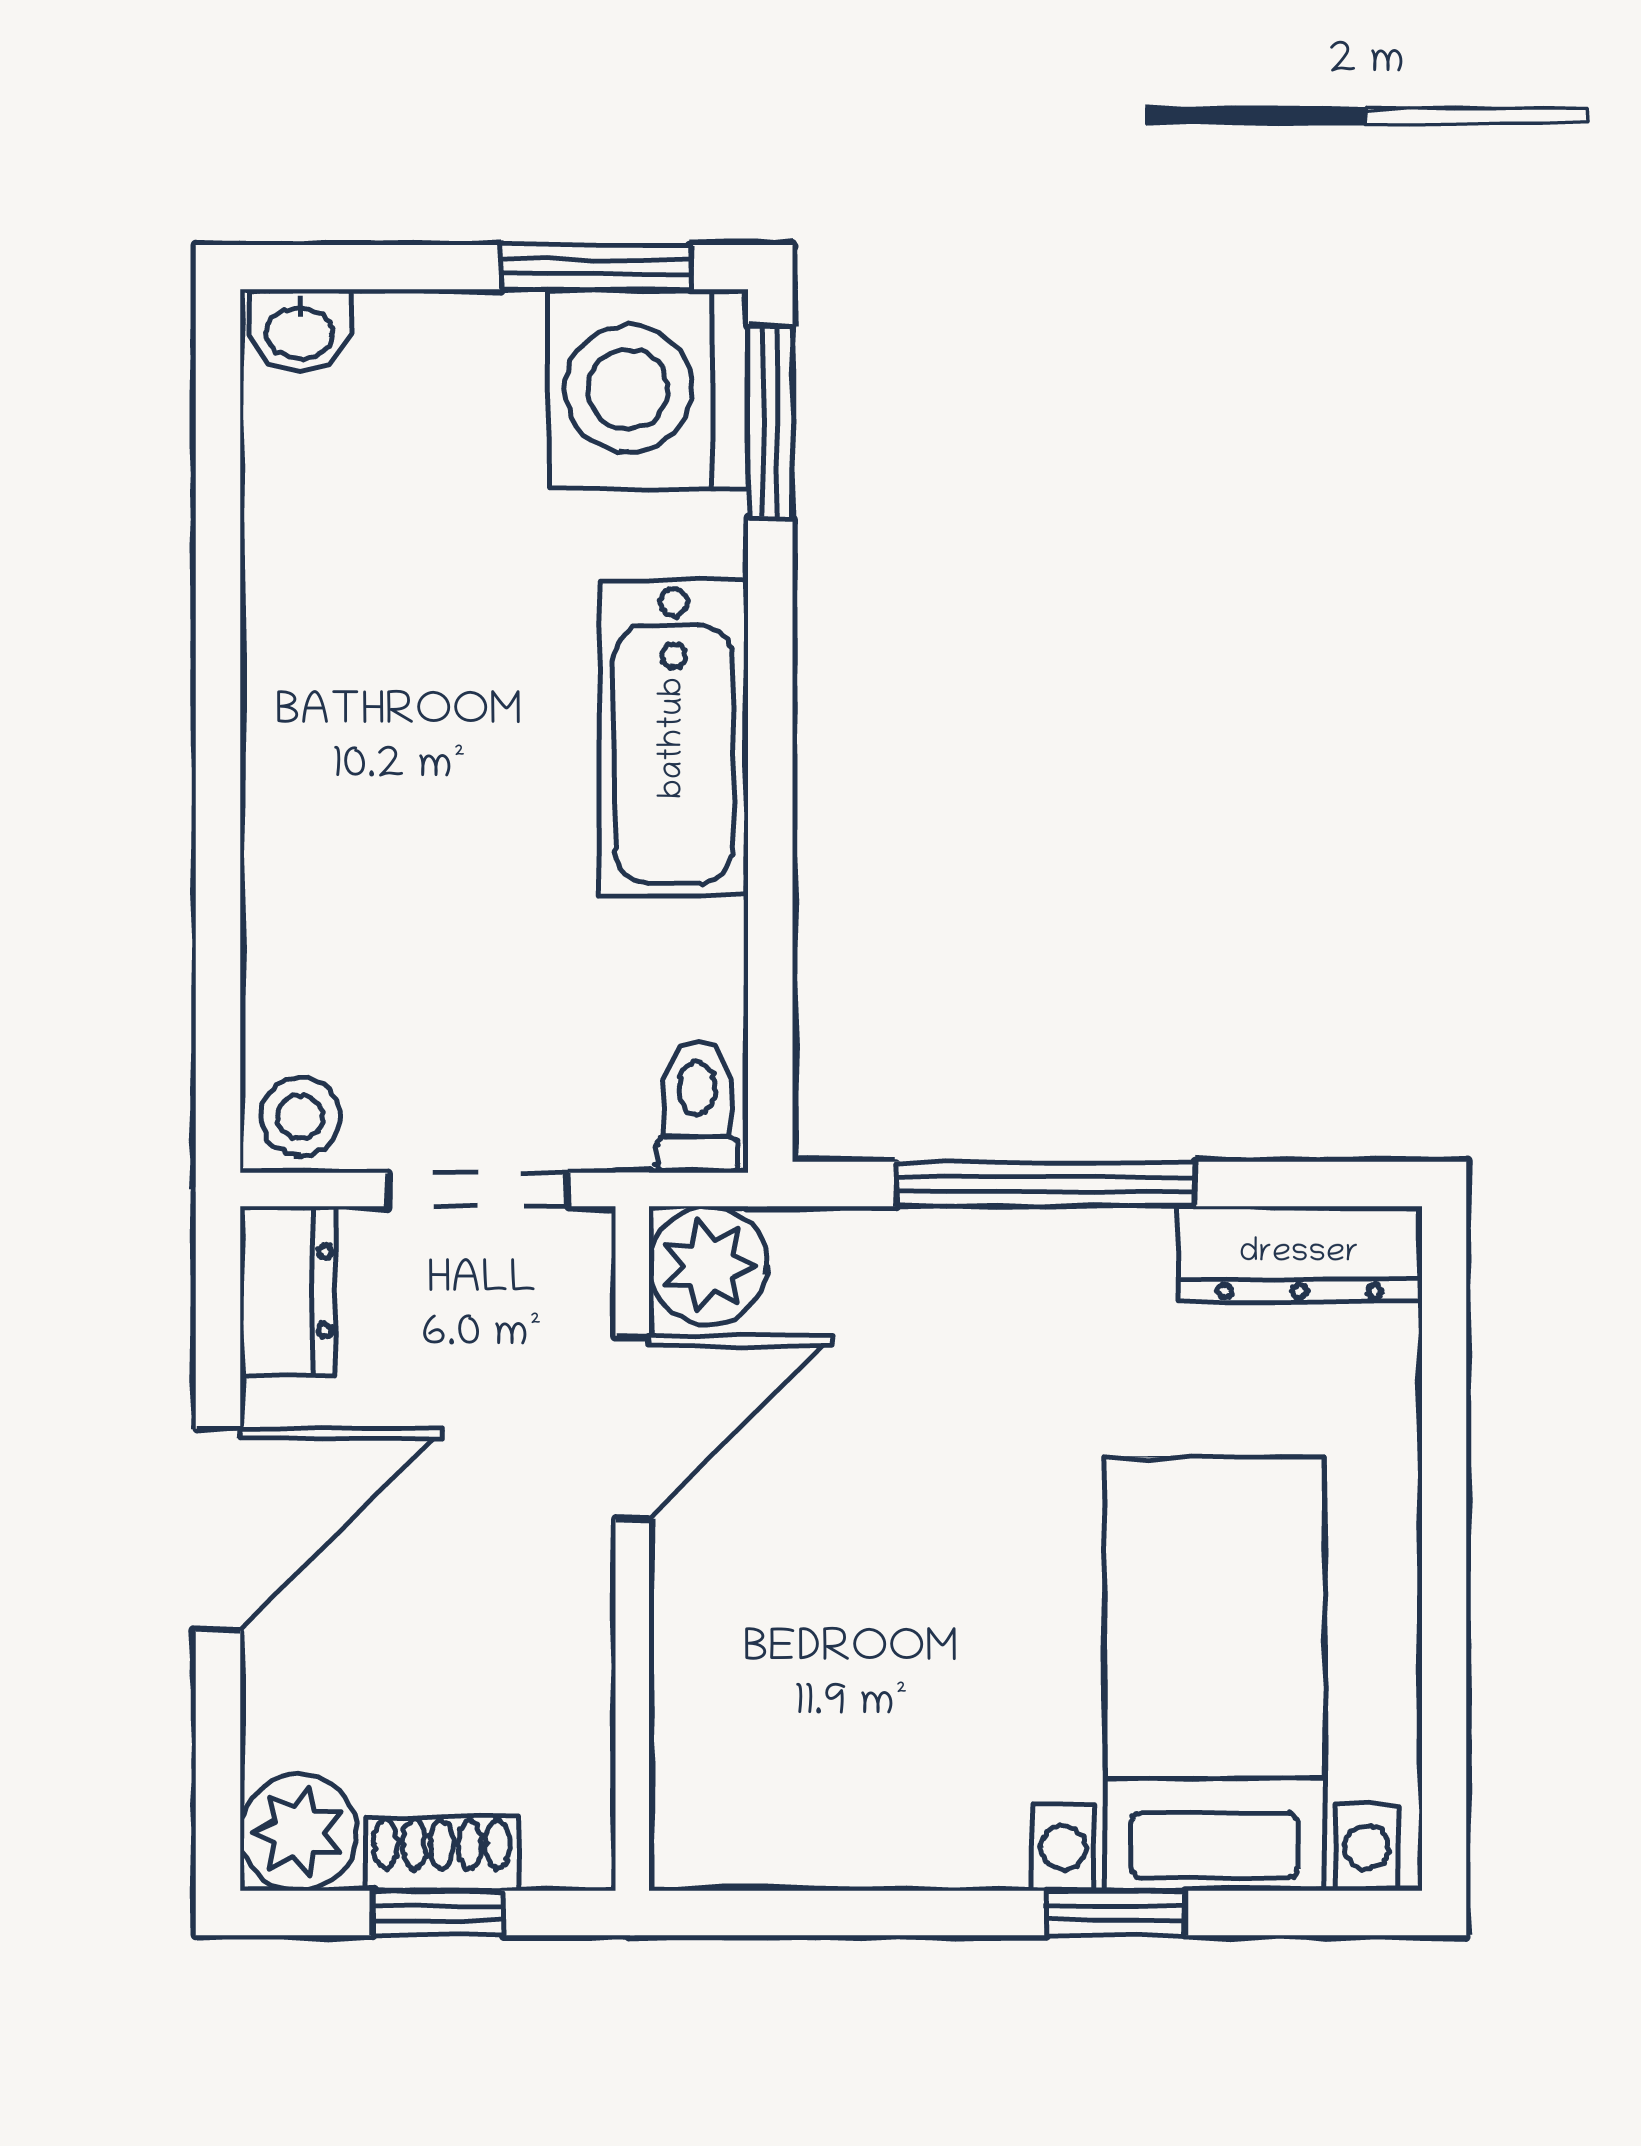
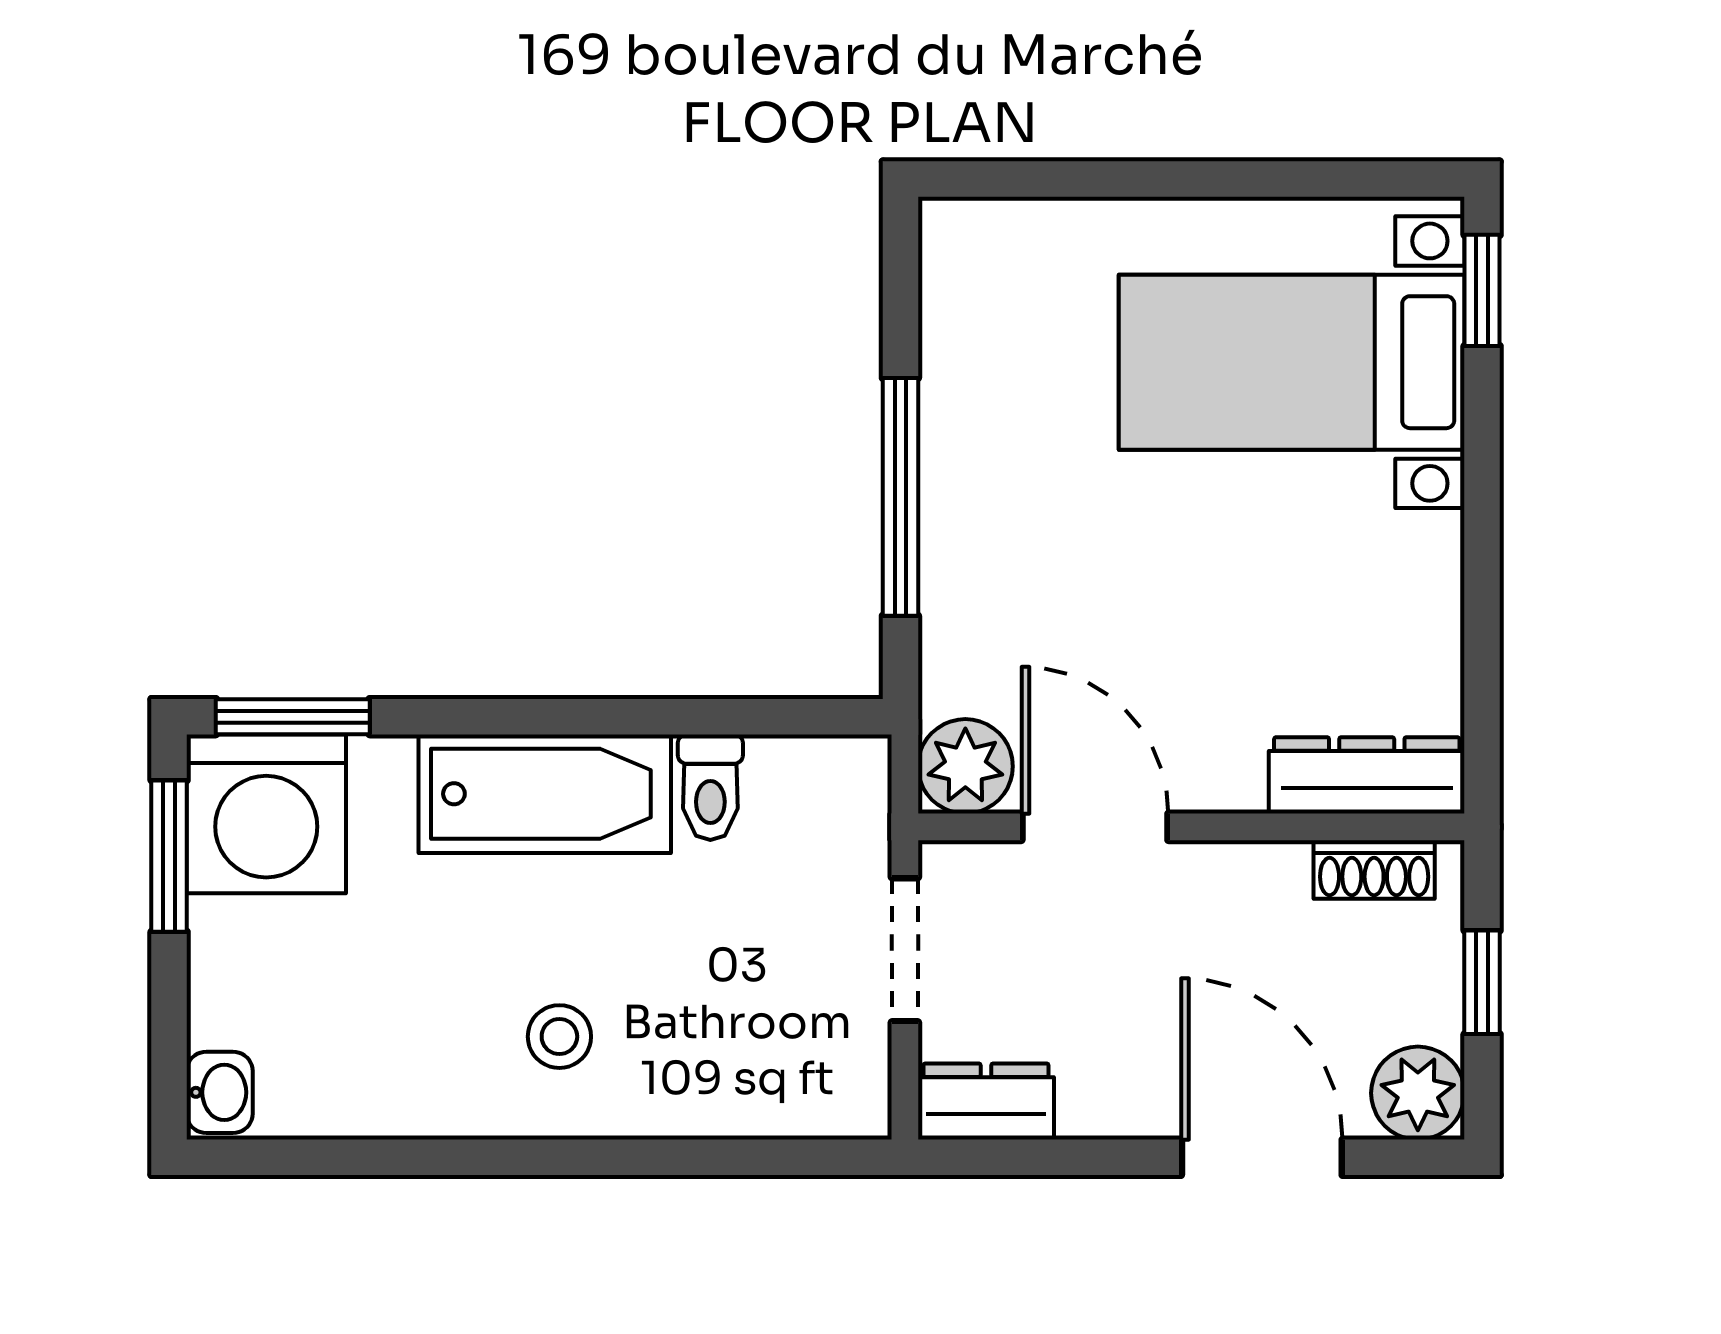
toilet: (697, 1107) -> (710, 787), moved, turned -90
stool: (300, 1116) -> (559, 1037), moved
dresser: (1299, 1254) -> (1367, 775), moved, turned -90
door: (218, 1530) -> (1262, 1157), moved
shoe rack: (442, 1854) -> (1374, 869), moved, turned -90
window: (1116, 1913) -> (1482, 290), moved

